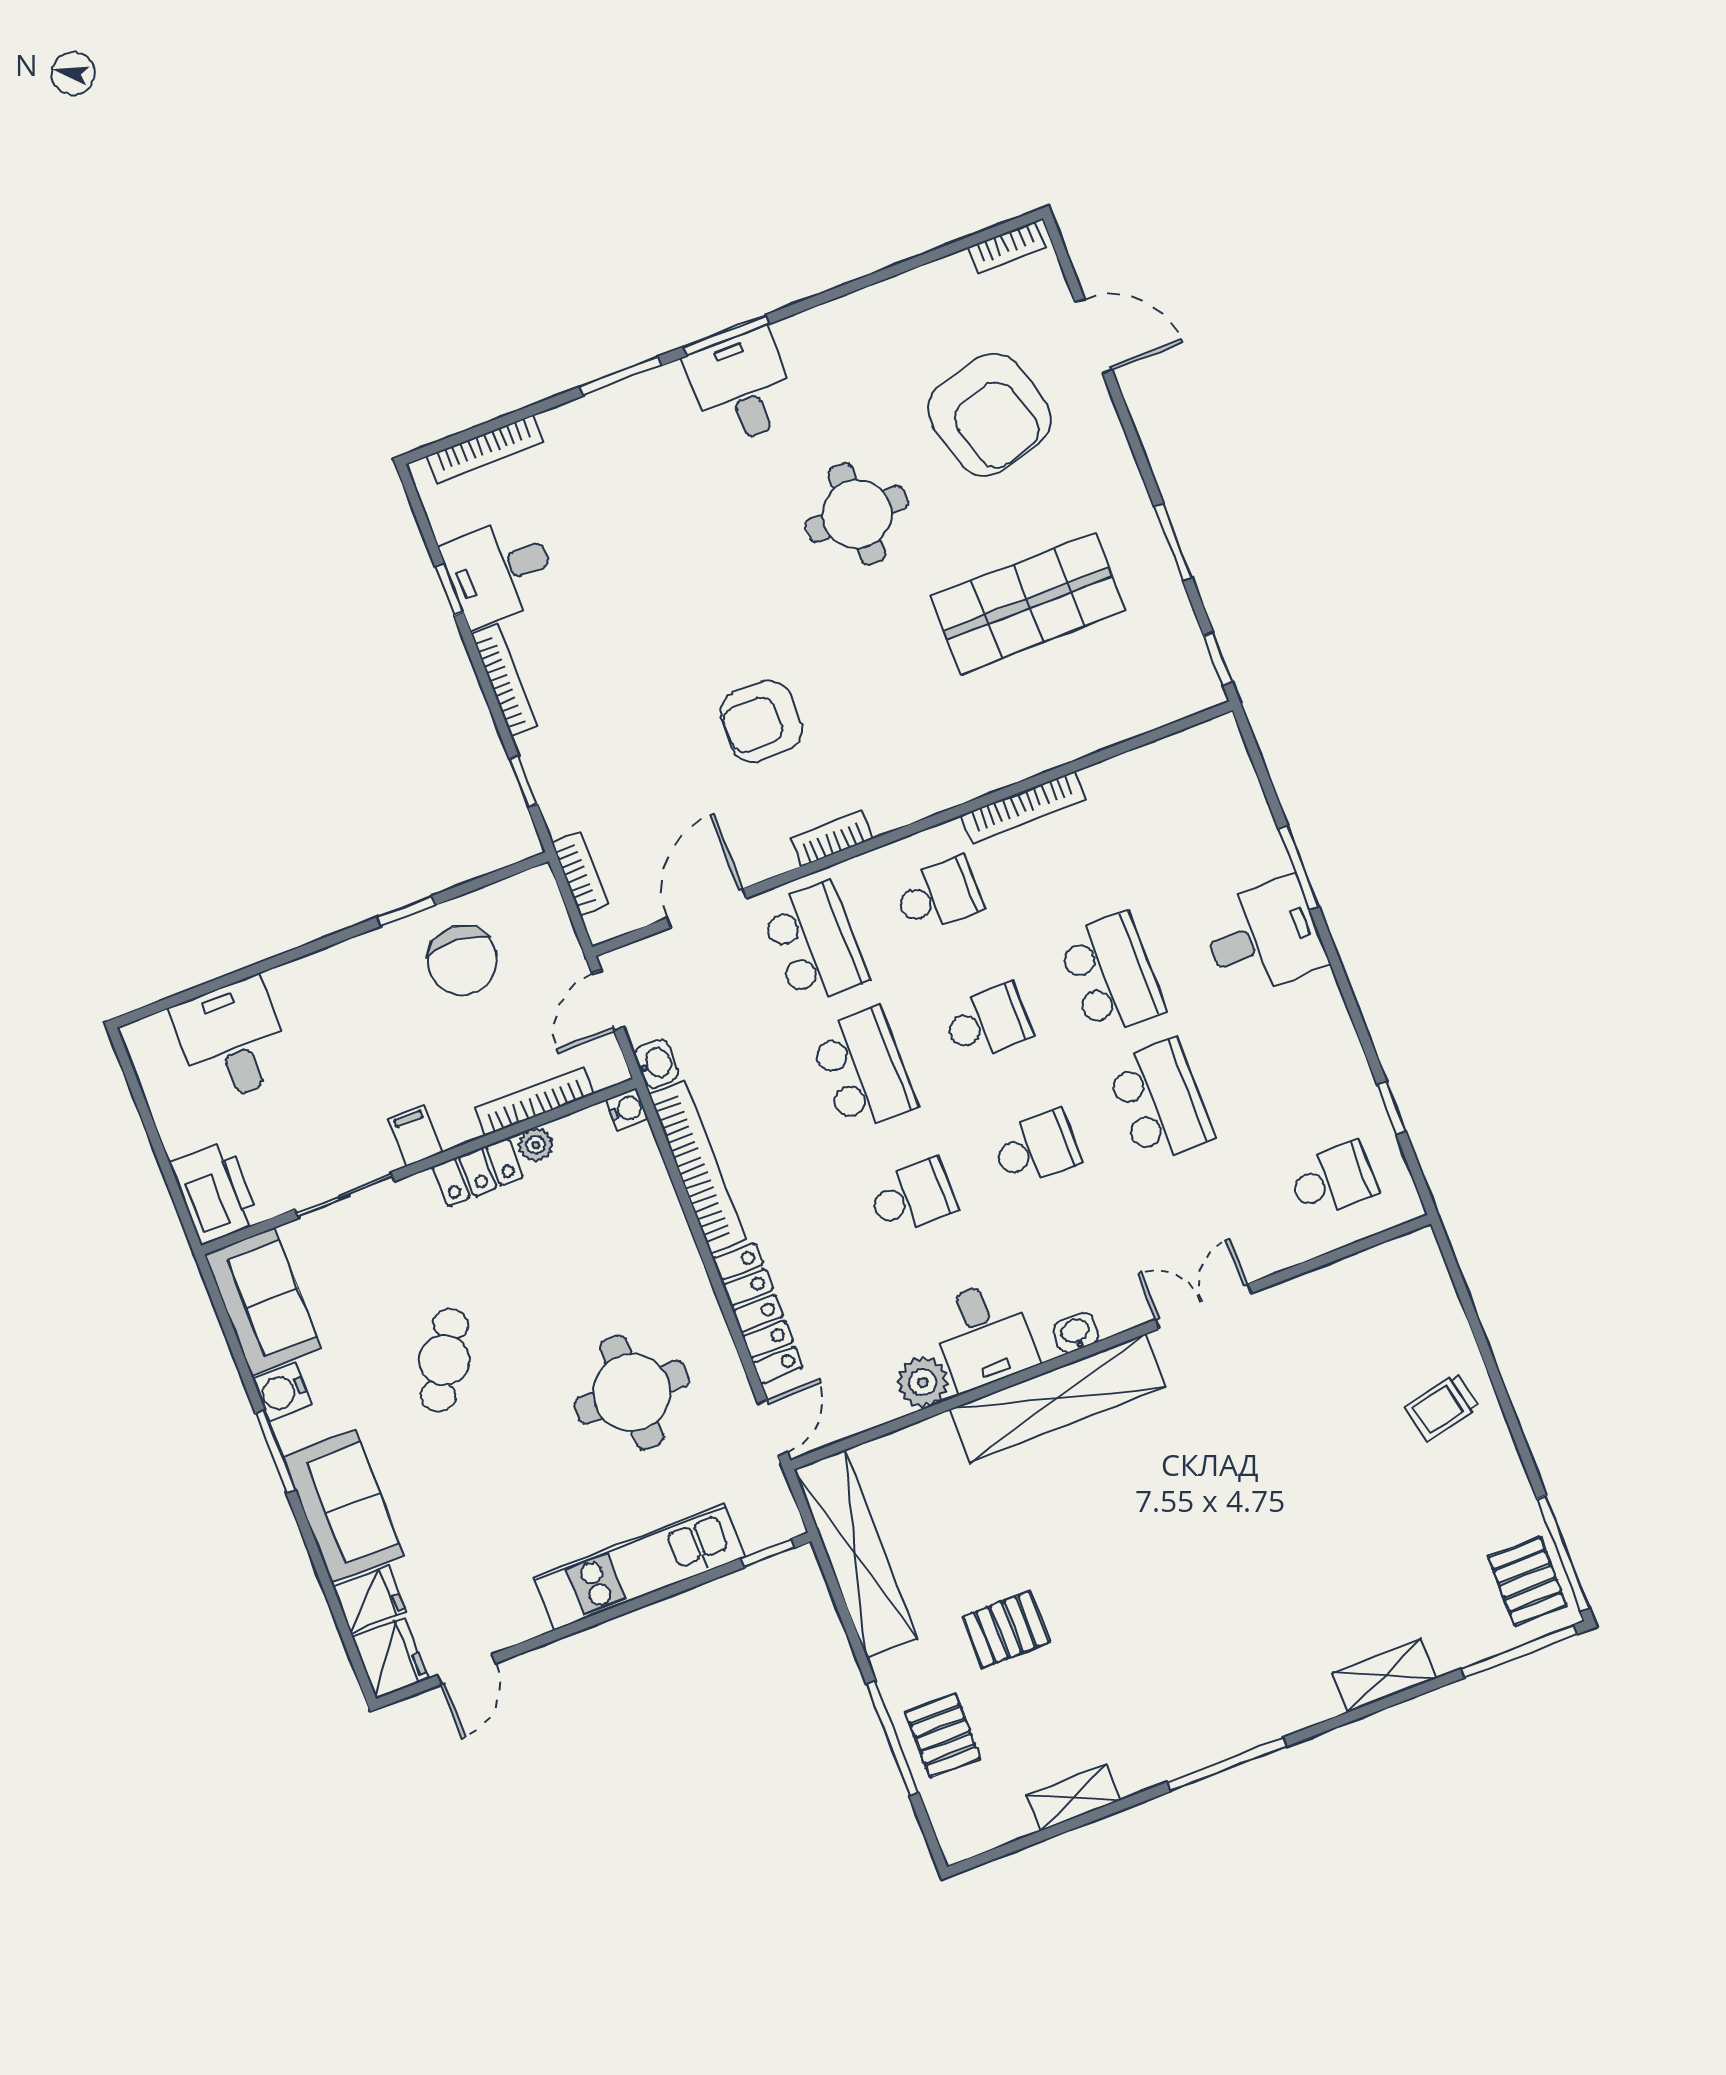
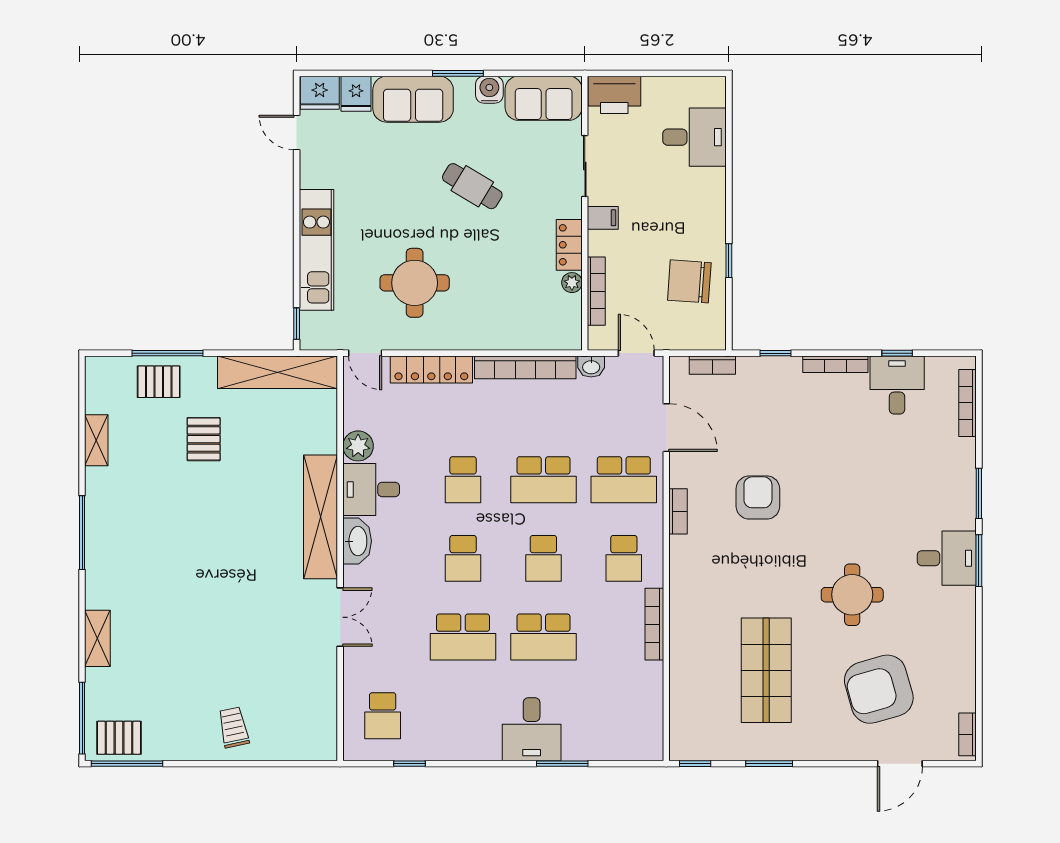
water cooler: (627, 1109) -> (572, 341), removed
washbasin: (1076, 1333) -> (357, 541), width x1.91, depth x1.45

